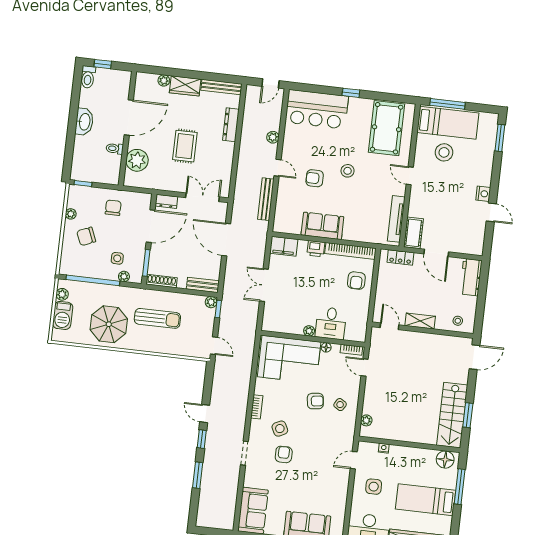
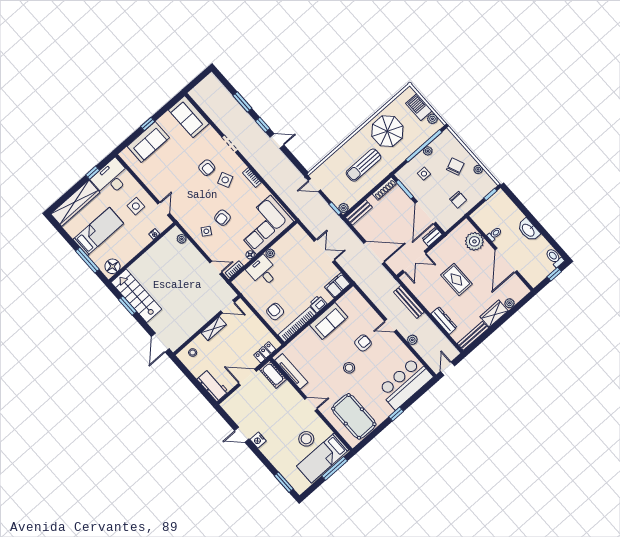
bench: (266, 199) -> (409, 302), moved
plant: (124, 276) -> (428, 151), moved

